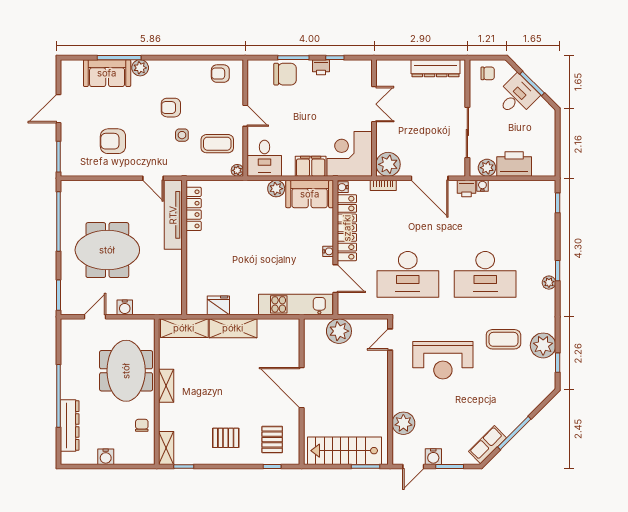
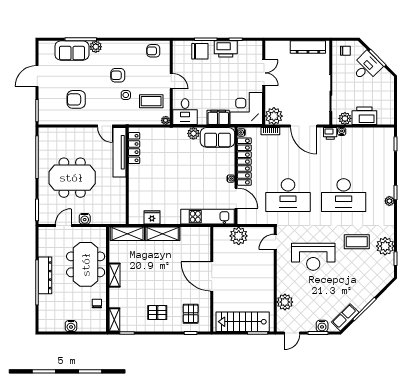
printer: (321, 67) -> (226, 49), width x1.87, depth x1.48
dresser: (70, 425) -> (45, 275), moved
water cooler: (433, 457) -> (322, 326), moved

